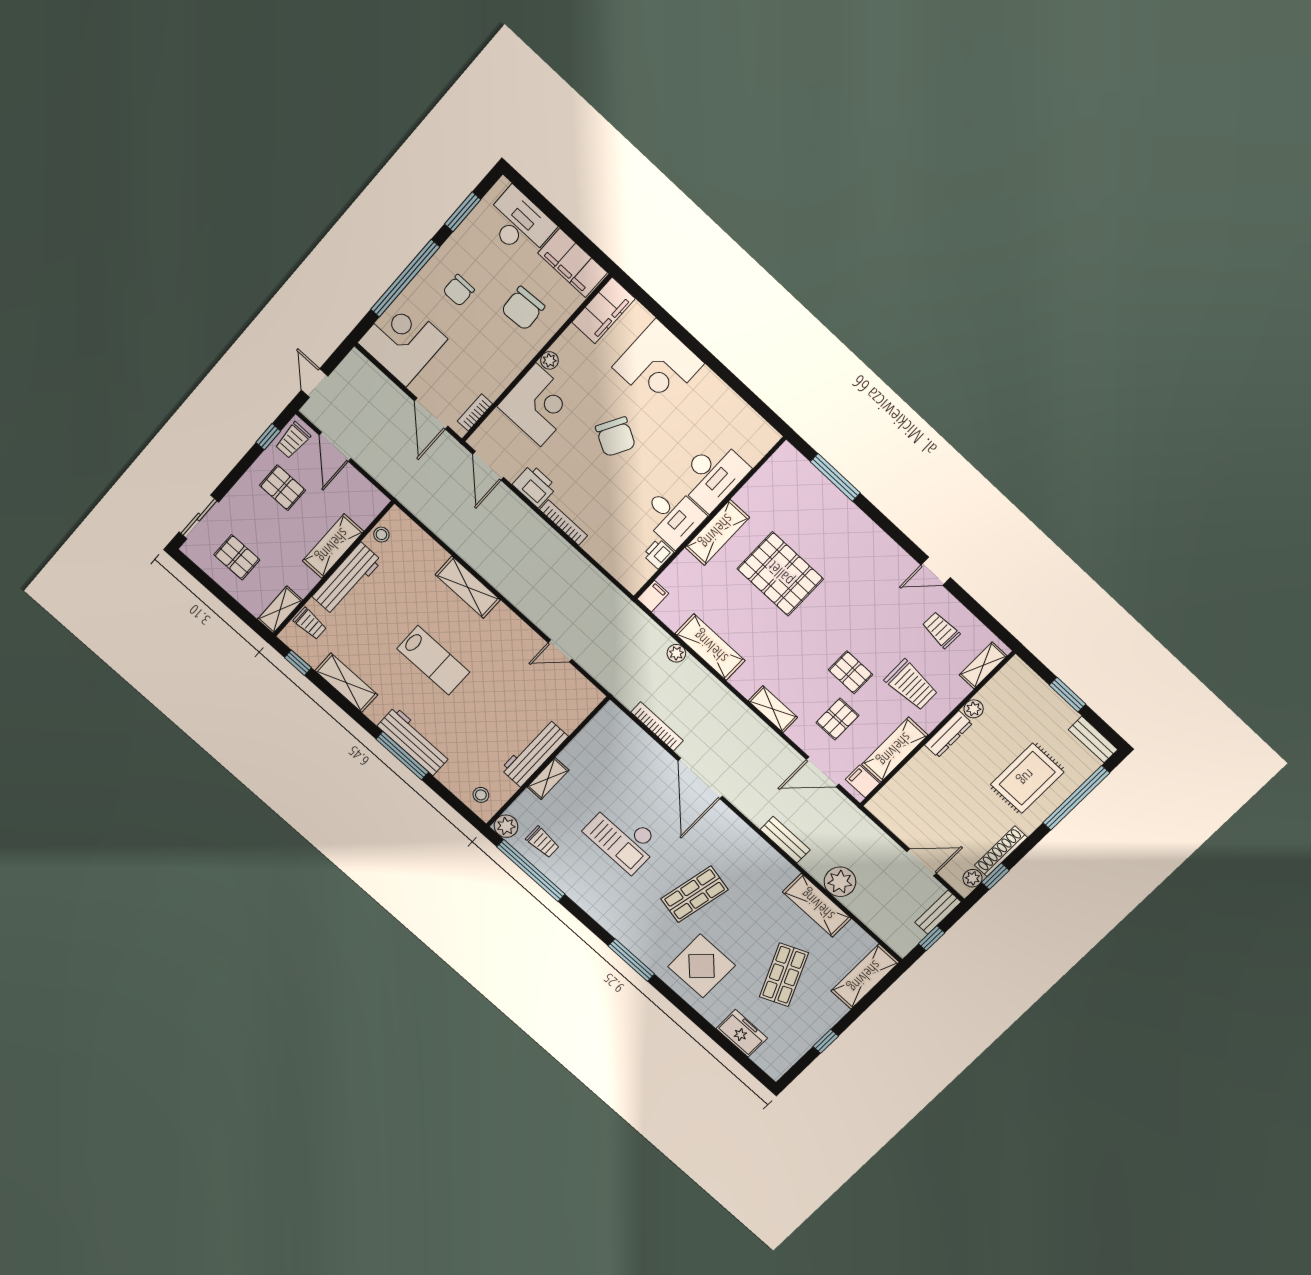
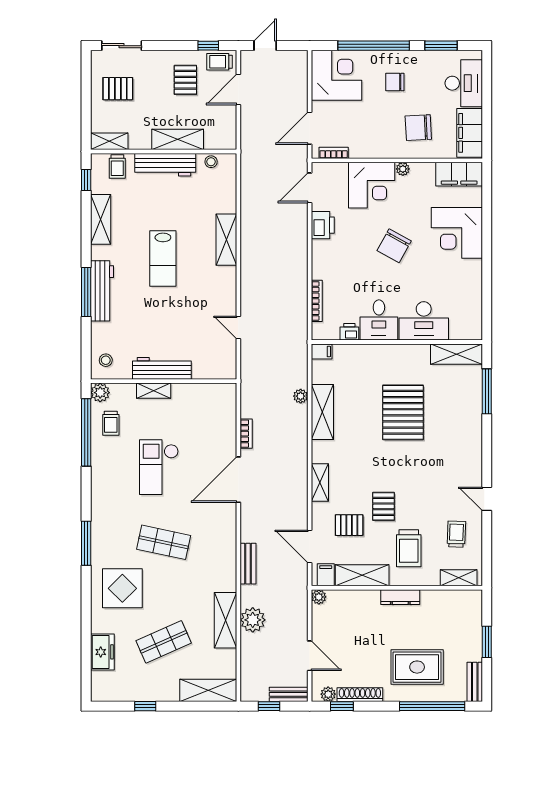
bookcase: (564, 523) -> (317, 301), moved
shelving: (717, 532) -> (457, 354), moved
pallet: (237, 557) -> (118, 89), turned 90
plant: (974, 709) -> (319, 597), moved
bookcase: (657, 726) -> (246, 434), width x0.64

